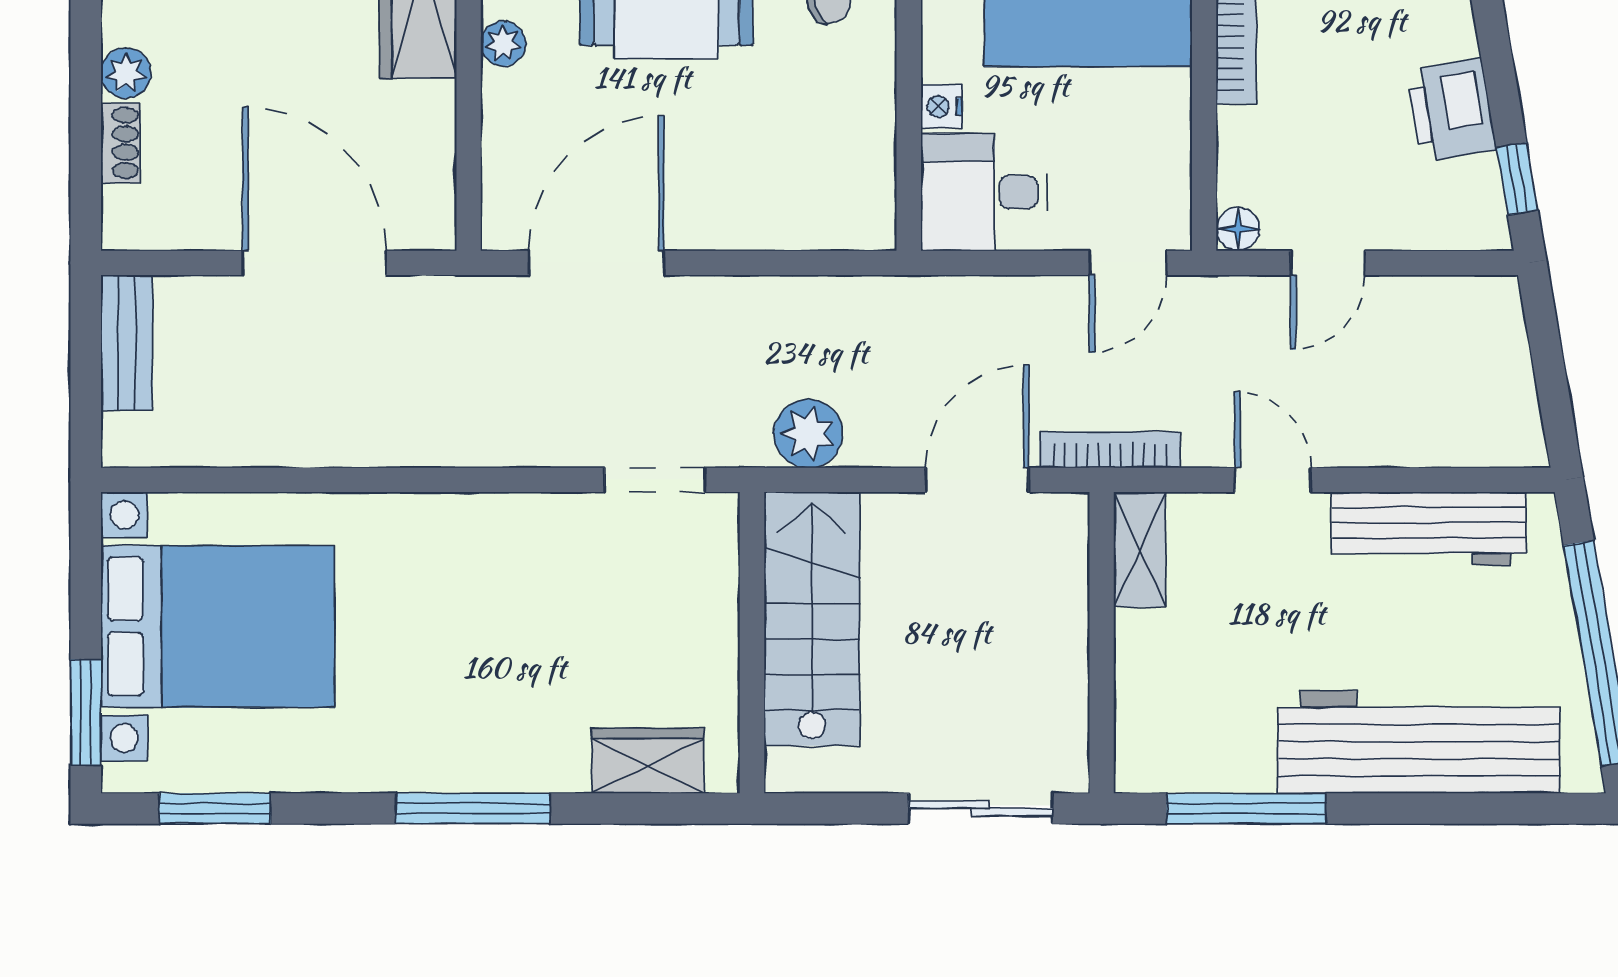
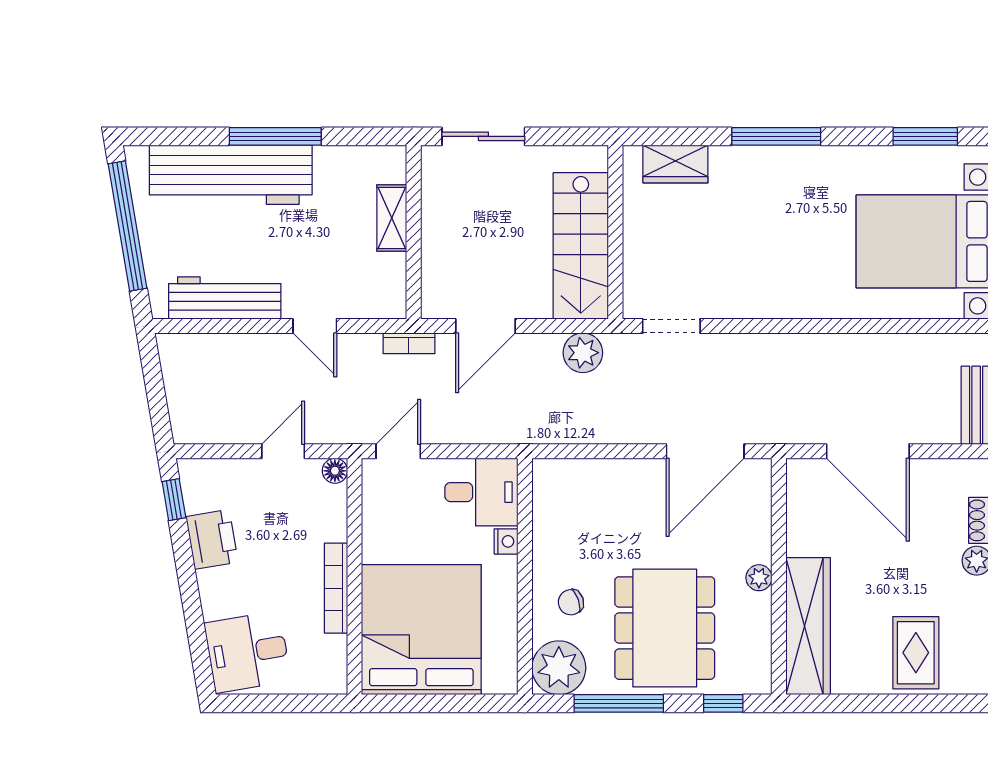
bookcase: (1110, 450) -> (409, 343), width x0.64
shelving: (1140, 549) -> (392, 218), moved
window: (1246, 808) -> (275, 136), moved

